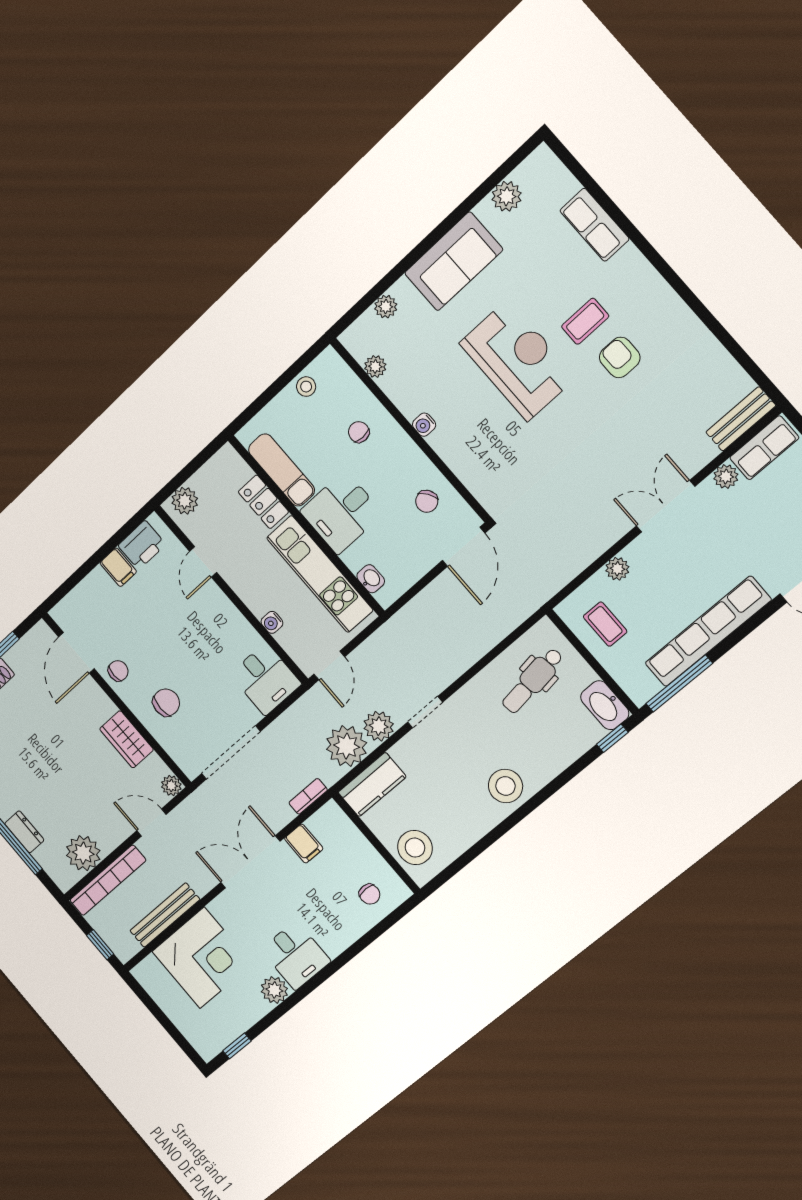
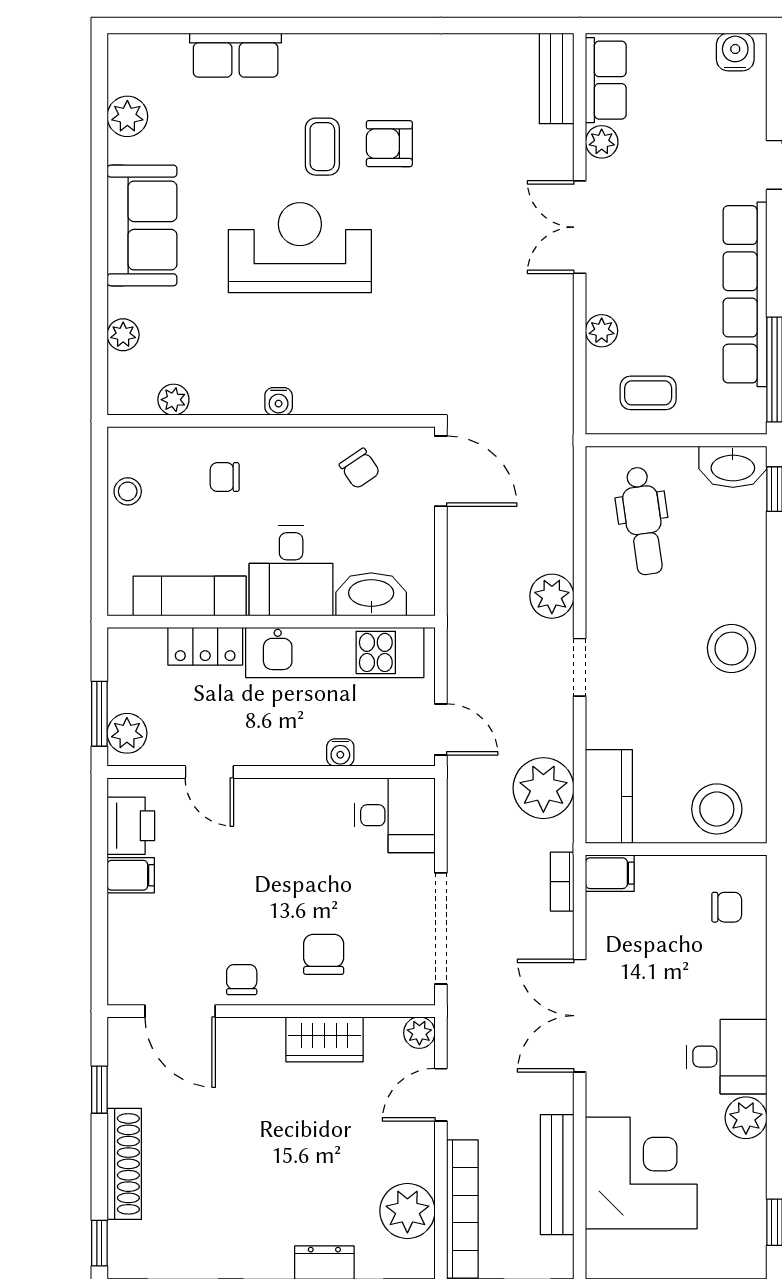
window: (182, 477) -> (99, 714), added
washbasin: (371, 579) -> (371, 594), width x1.91, depth x1.45
plant: (379, 726) -> (552, 596), moved
filing cabinet: (304, 844) -> (610, 873), moved

